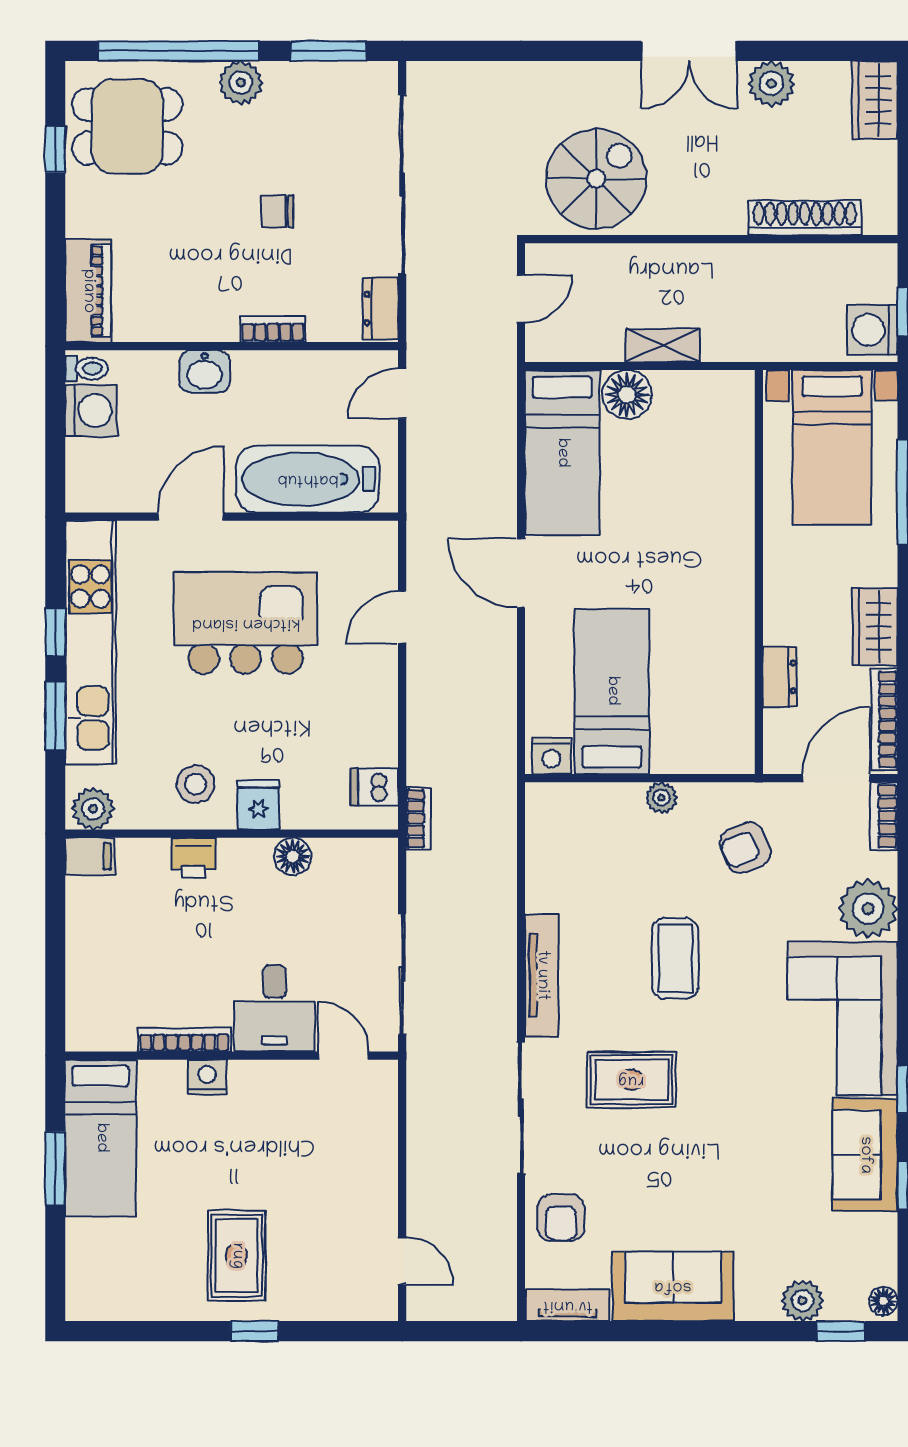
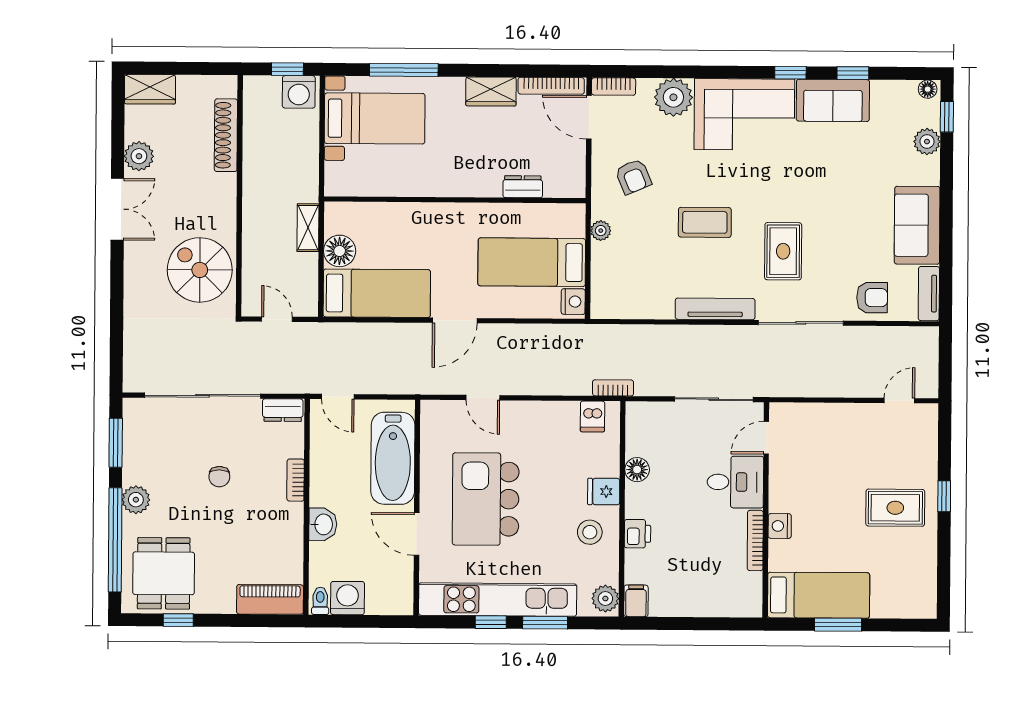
wall: (759, 572) -> (455, 200), moved
dresser: (780, 677) -> (523, 187), moved

